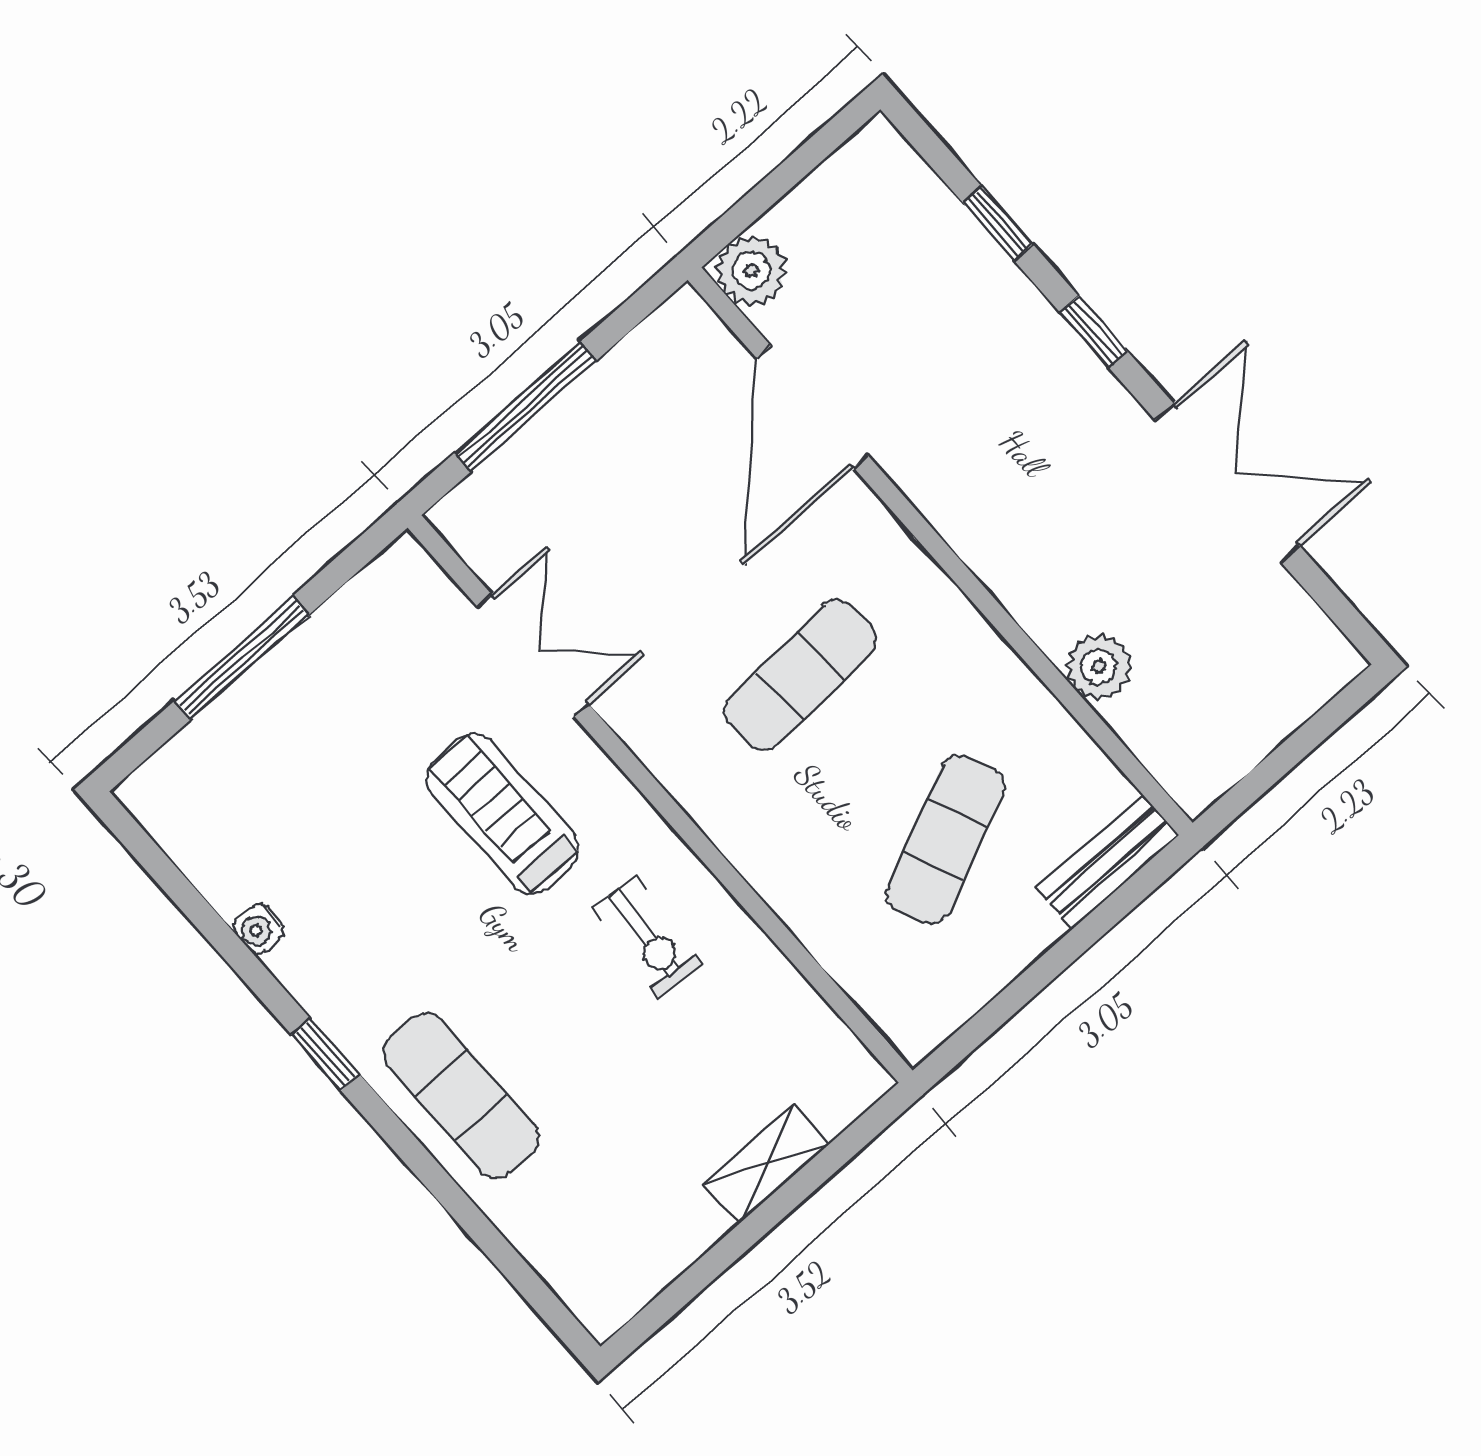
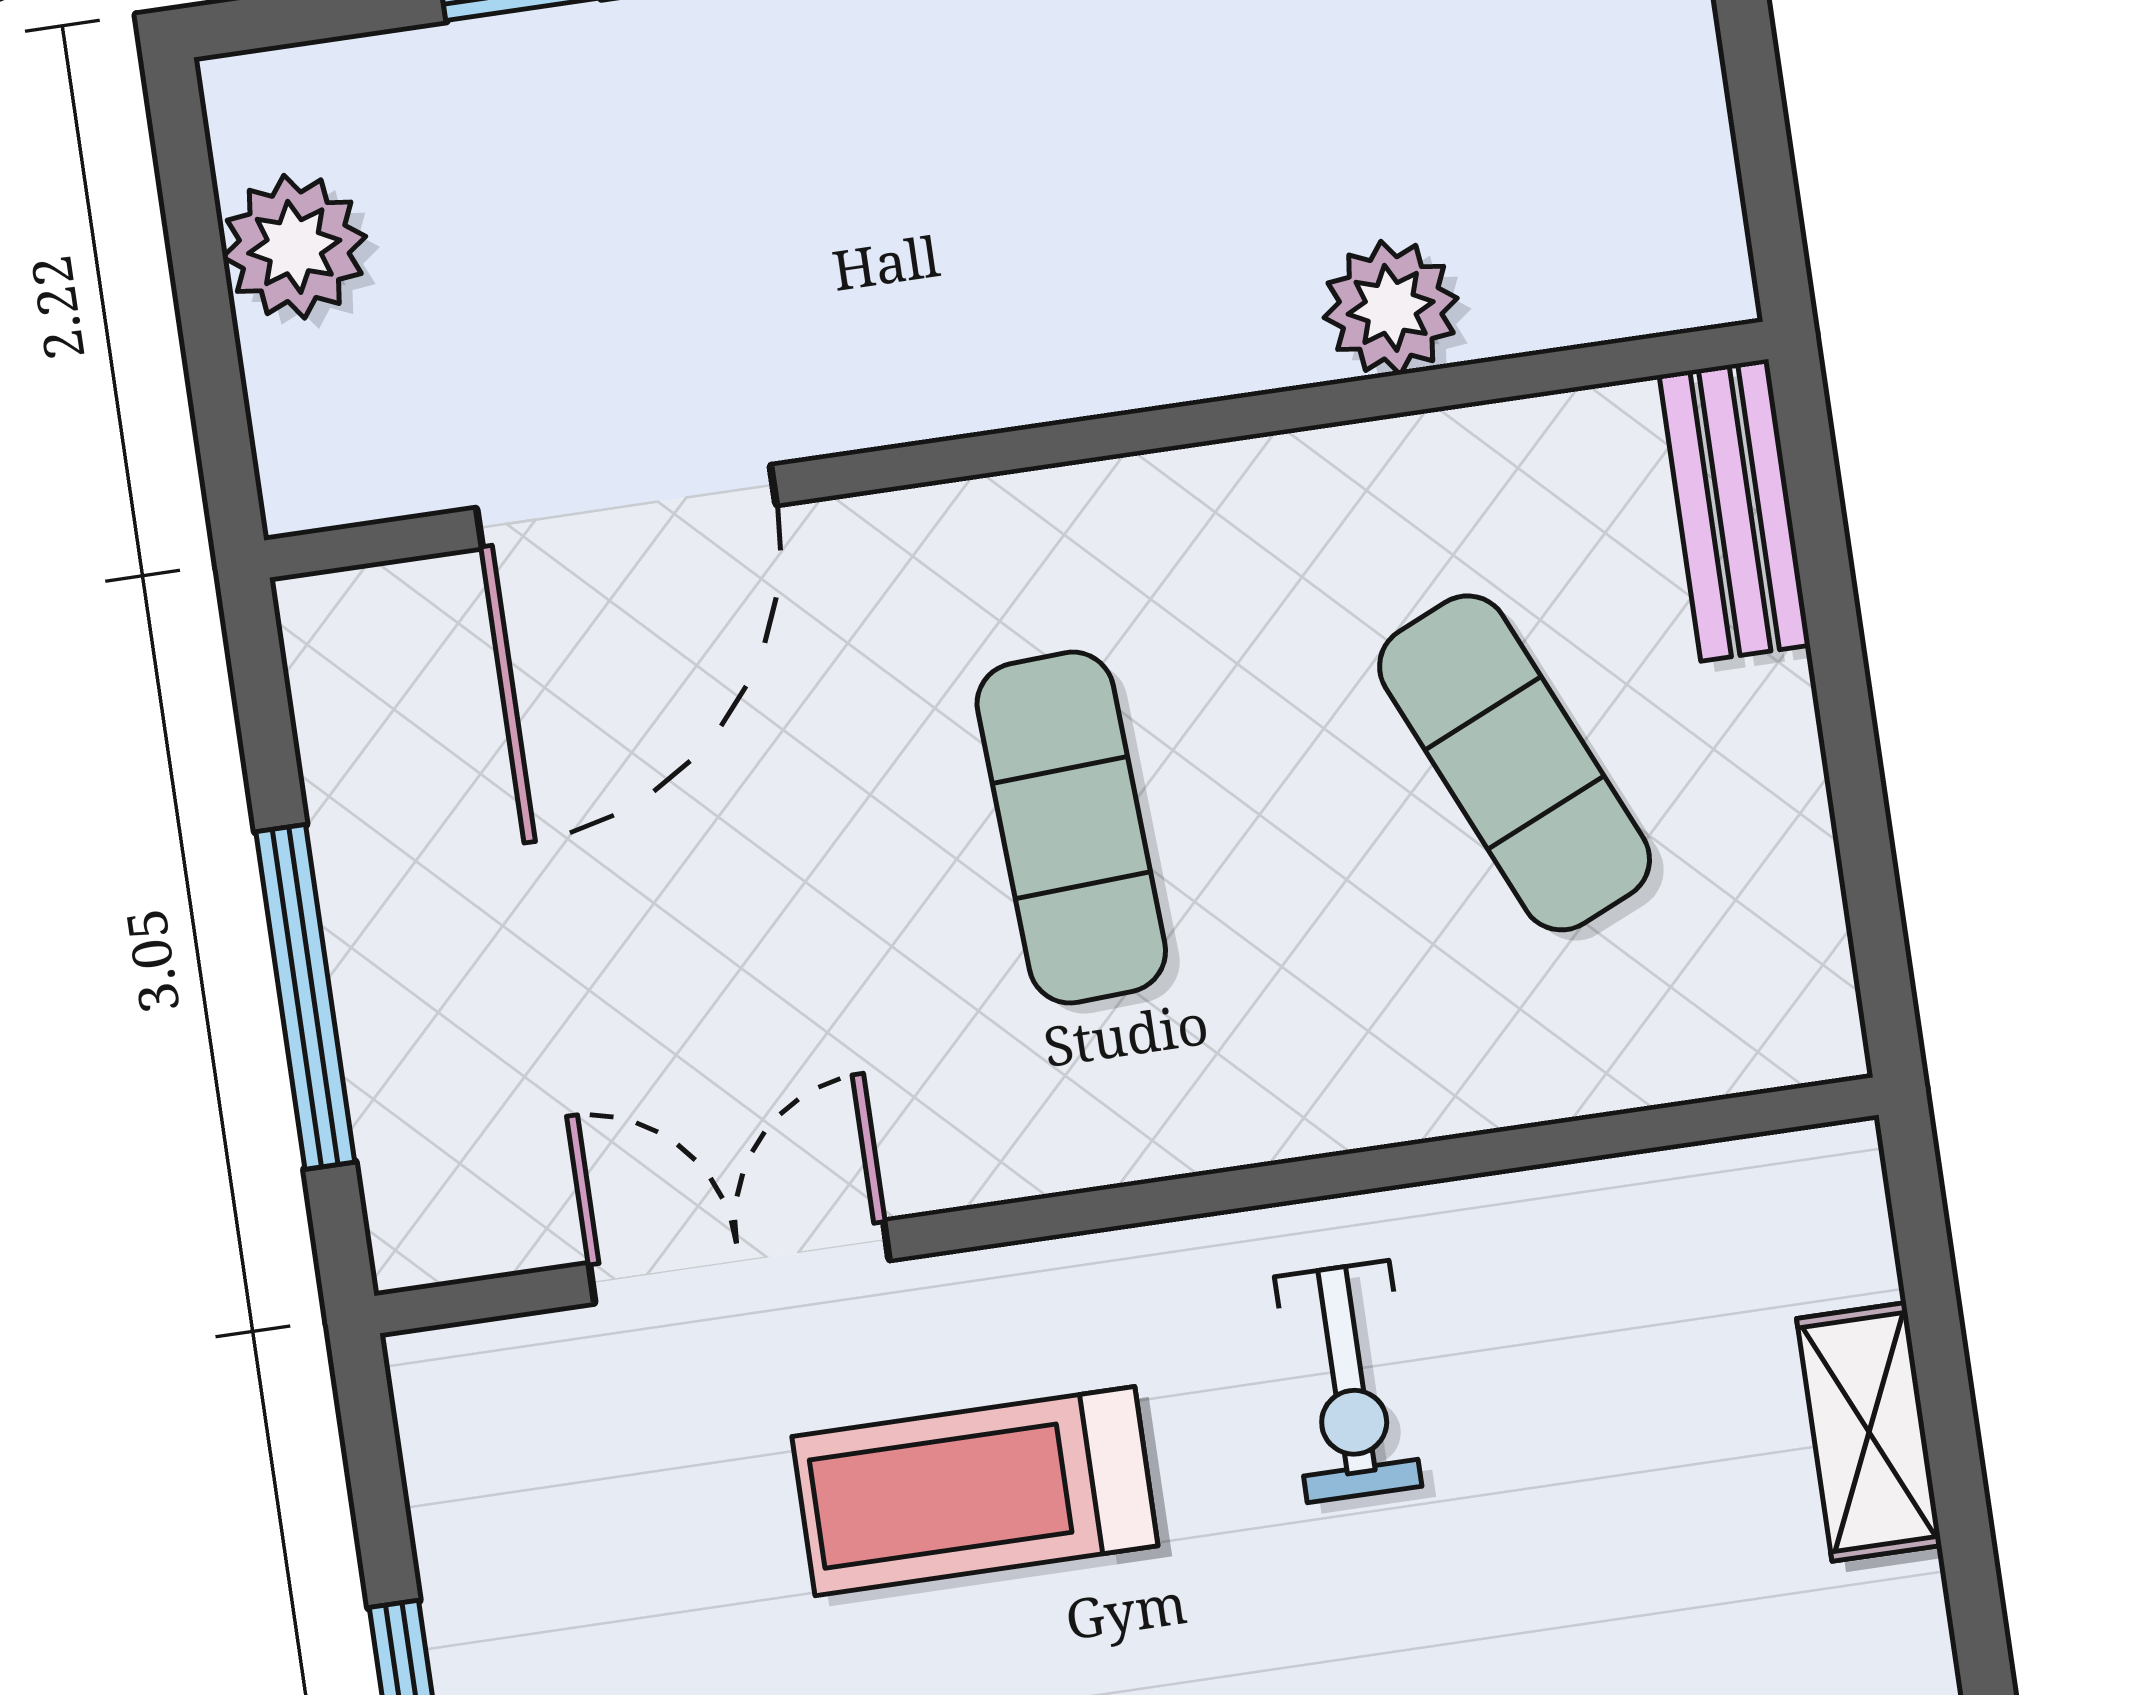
plant: (751, 271) -> (294, 247), moved
door: (812, 407) -> (626, 507), hinge flipped
exercise bike: (647, 937) -> (1348, 1381), turned 85

